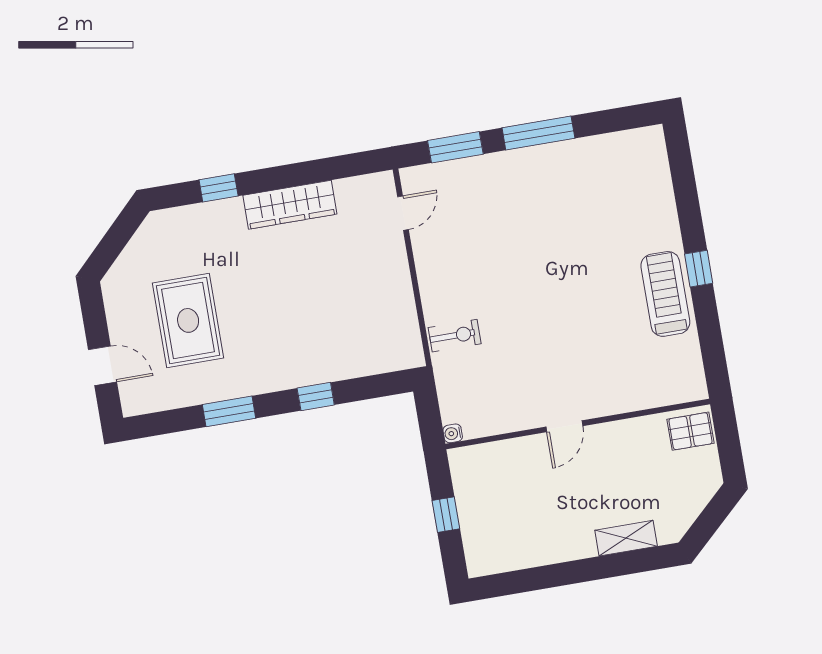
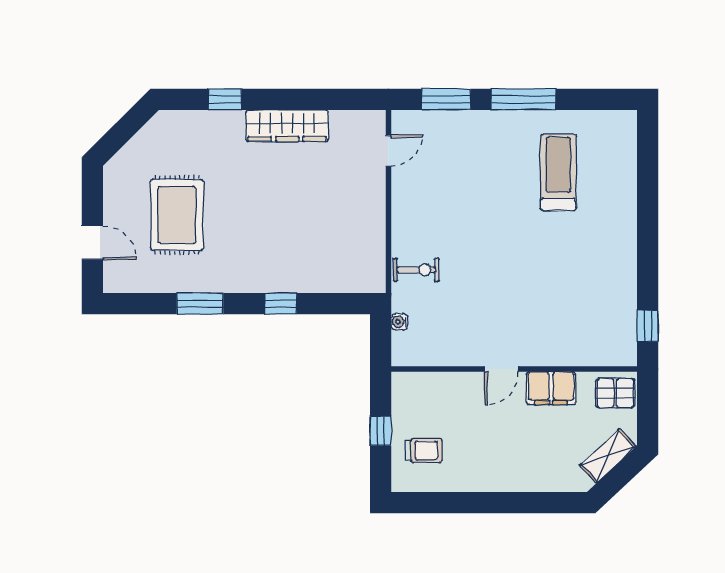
window: (699, 269) -> (648, 326), moved
treadmill: (665, 294) -> (558, 172), moved
water cooler: (453, 433) -> (399, 322), moved
filing cabinet: (621, 438) -> (551, 388), added
trolley: (496, 528) -> (424, 451), added
shelving: (626, 538) -> (608, 456), moved, turned -43

